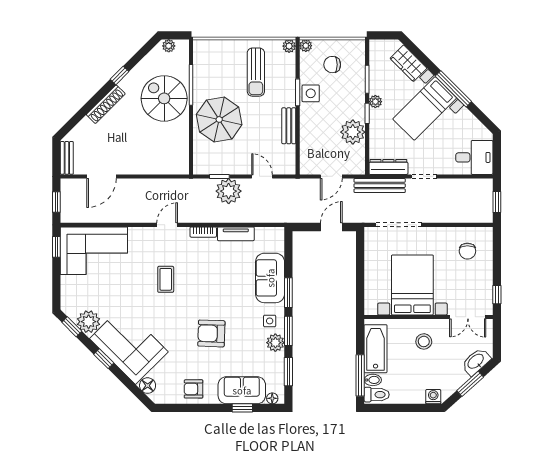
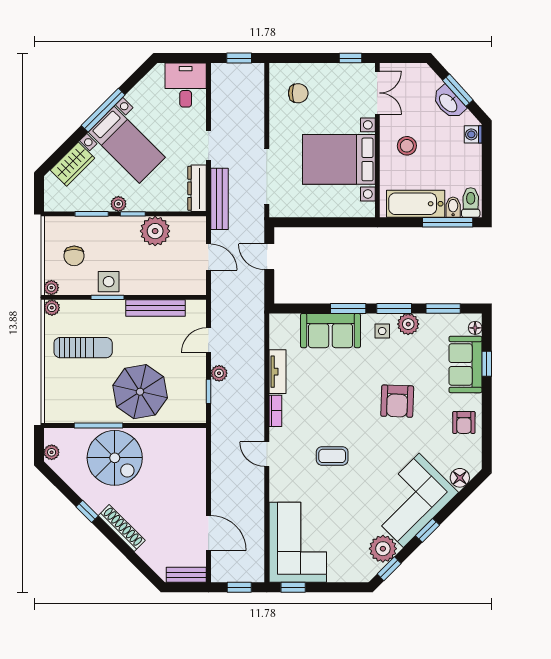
spiral stairs: (164, 98) -> (115, 458), turned -90
bench: (289, 126) -> (155, 308), width x1.36
plant: (229, 191) -> (219, 373), width x0.53, depth x0.53
washbasin: (476, 362) -> (449, 103), moved

